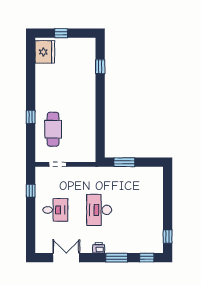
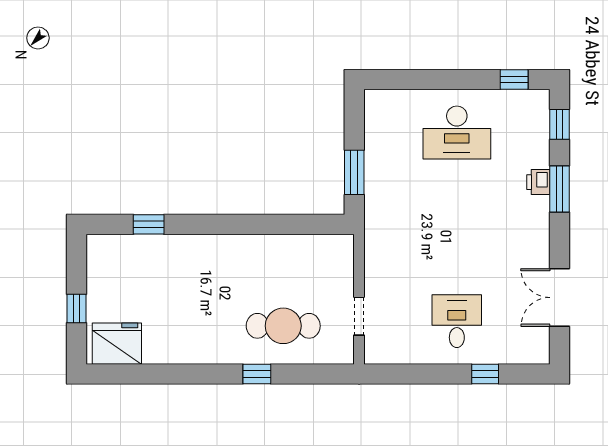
window: (31, 191) -> (485, 374), moved
desk: (99, 210) -> (457, 133), moved
printer: (99, 248) -> (538, 182), moved

